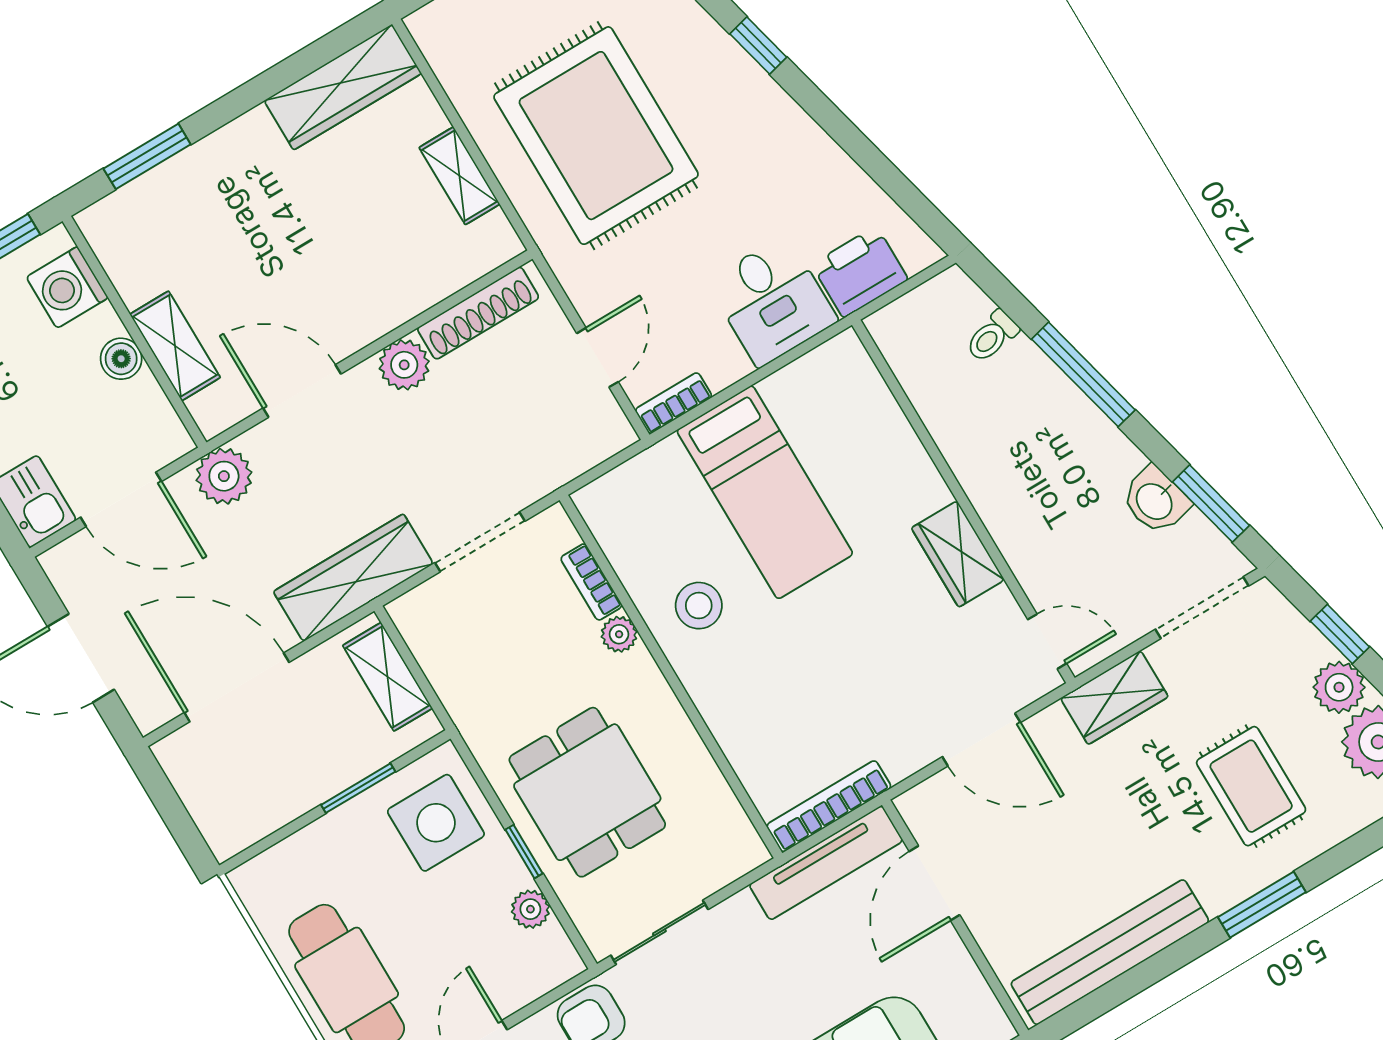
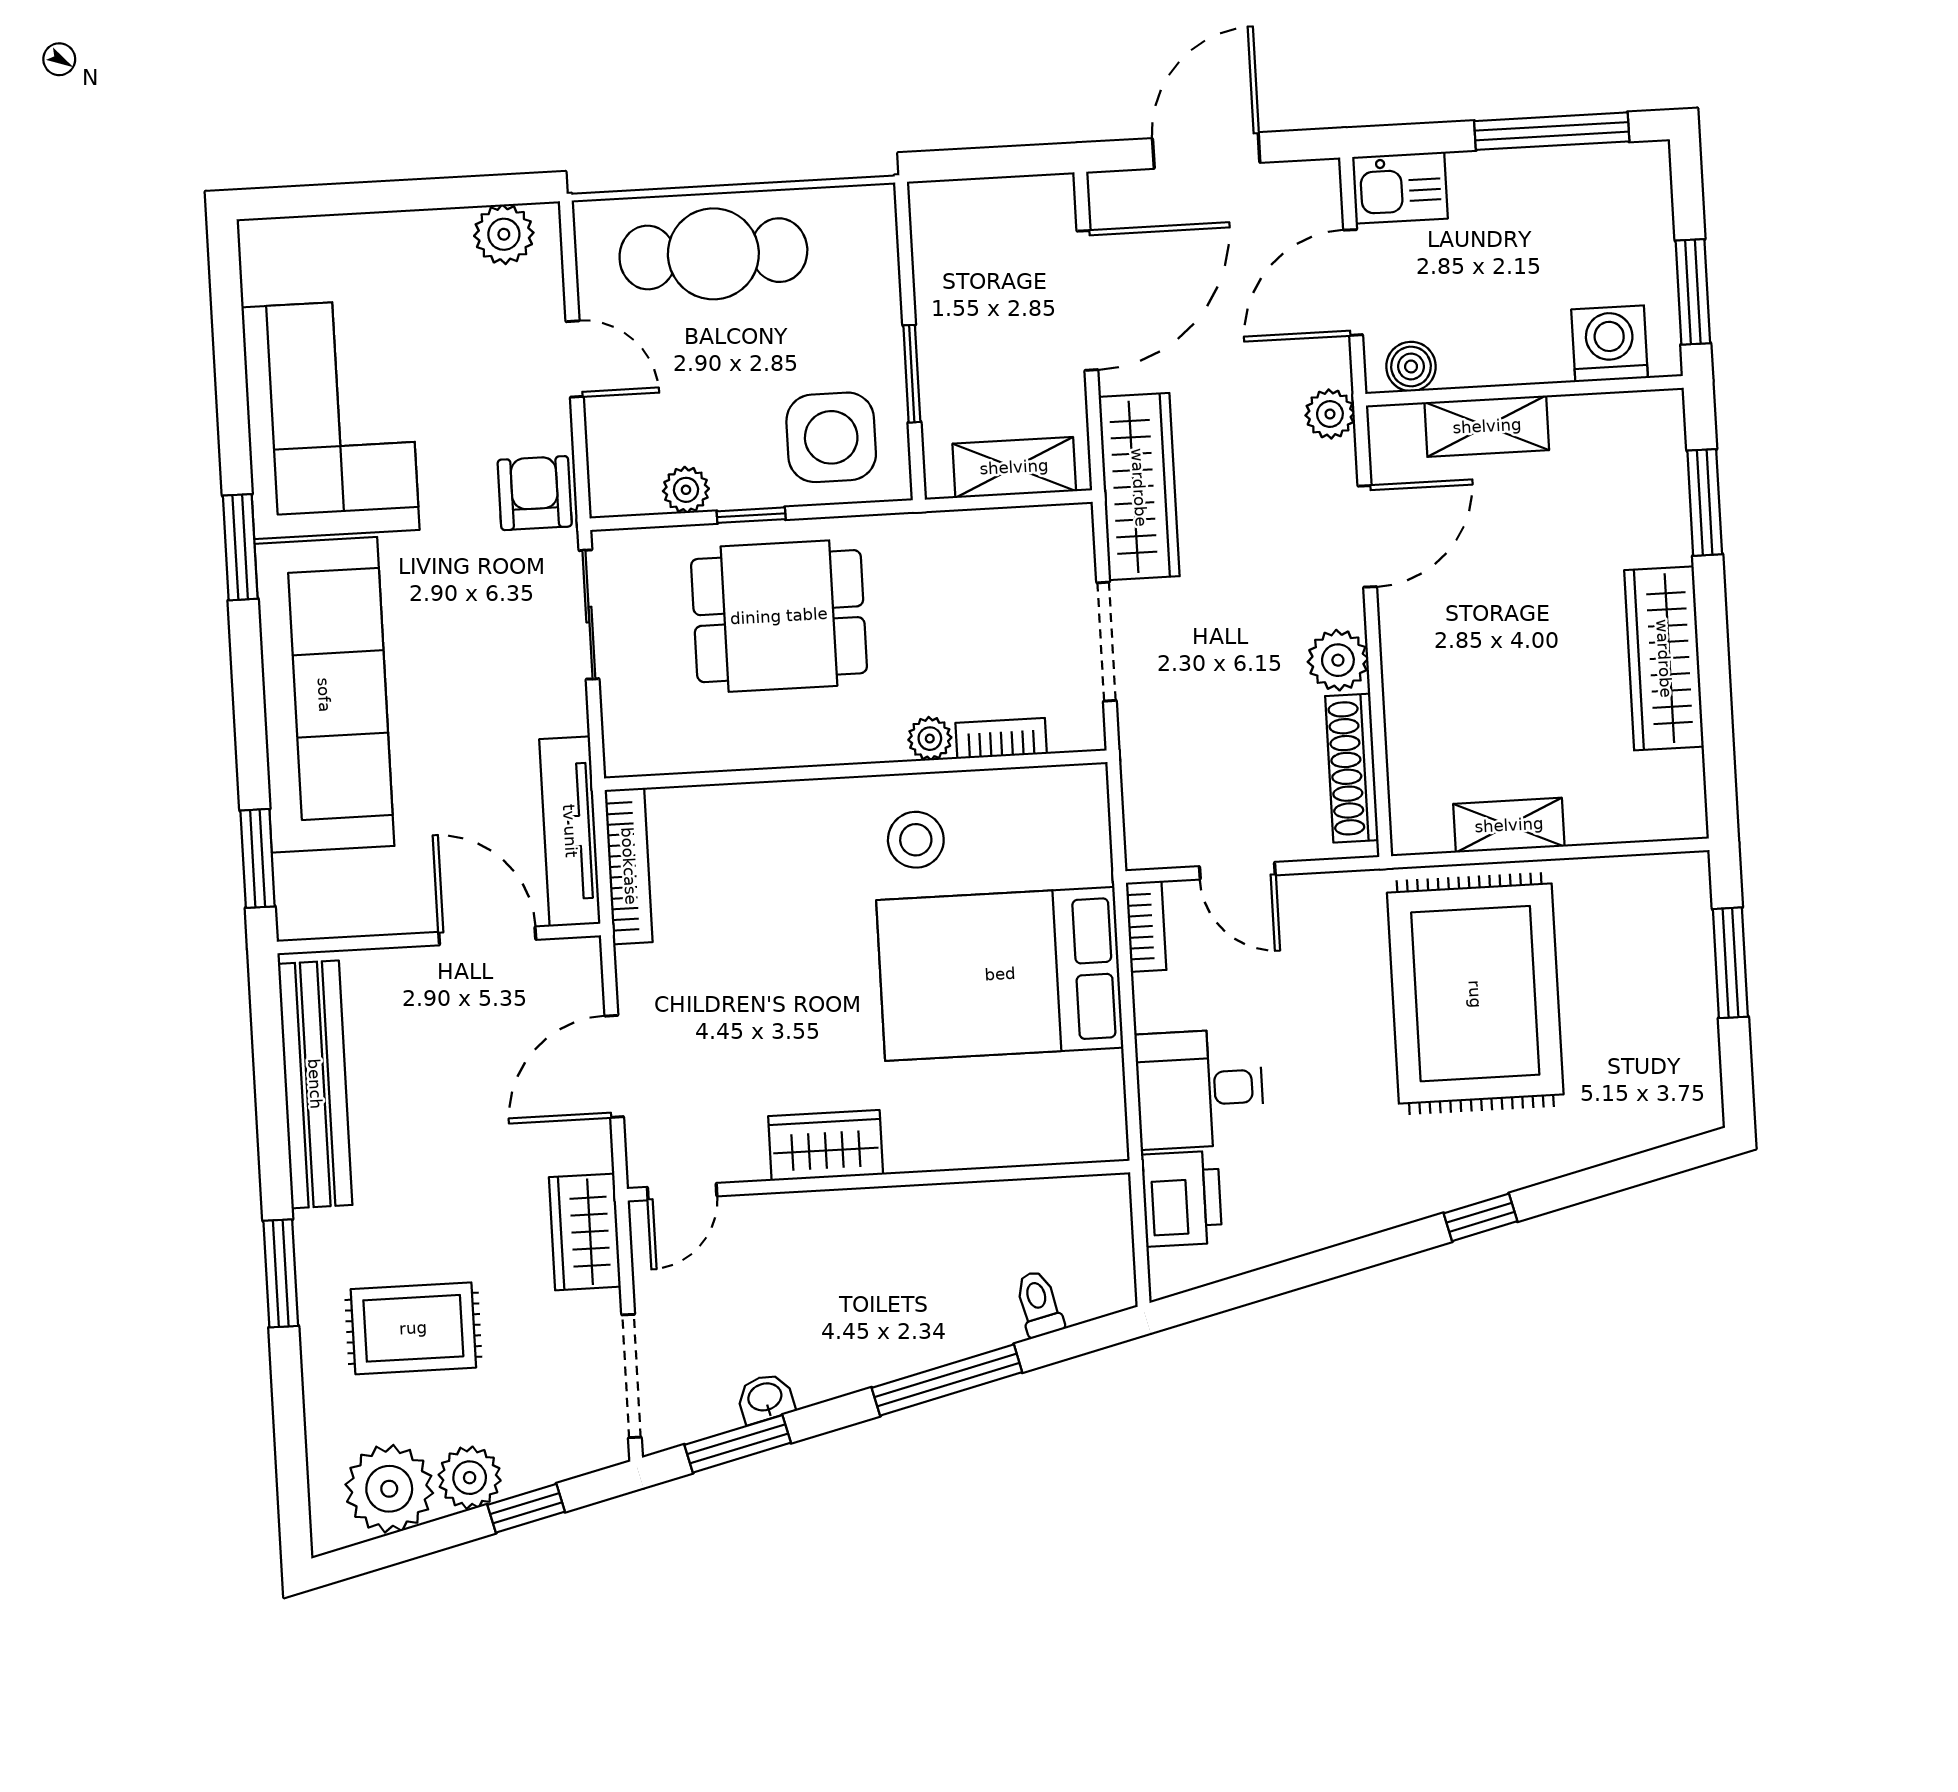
wardrobe: (343, 87) -> (1664, 658), moved
rug: (596, 136) -> (1475, 994), turned 90
boiler: (121, 359) -> (1411, 366), moved
plant: (224, 476) -> (1330, 414), width x0.73, depth x0.73
bed: (765, 492) -> (1000, 974), width x1.50
washbasin: (1155, 500) -> (765, 1398), width x0.72, depth x0.69

